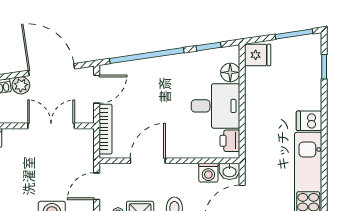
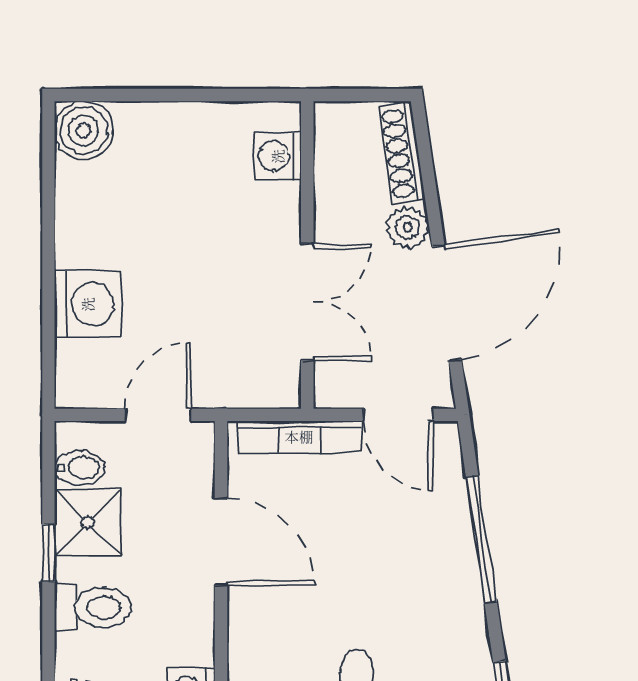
window: (147, 56) -> (481, 539), width x0.68
door: (97, 186) -> (158, 415), hinge flipped

